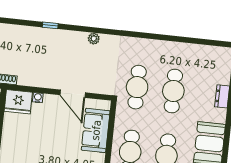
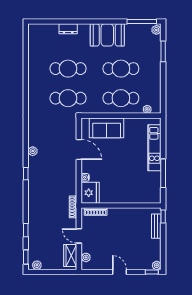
plant: (94, 39) -> (33, 151), moved
door: (73, 94) -> (79, 150), hinge flipped

